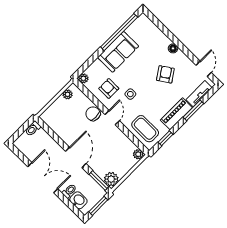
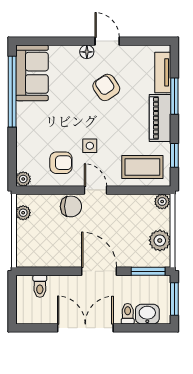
sofa: (118, 52) -> (32, 73), moved
door: (204, 69) -> (107, 41), moved
armchair: (109, 88) -> (61, 163), turned 180
chair: (93, 114) -> (71, 206), turned 180
toilet: (33, 129) -> (40, 286), moved
plant: (111, 179) -> (160, 240), moved

